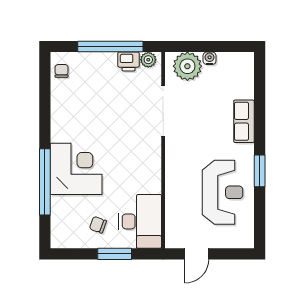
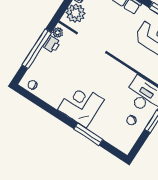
corner desk: (76, 169) -> (81, 105), moved
window: (45, 182) -> (88, 134), width x0.68

